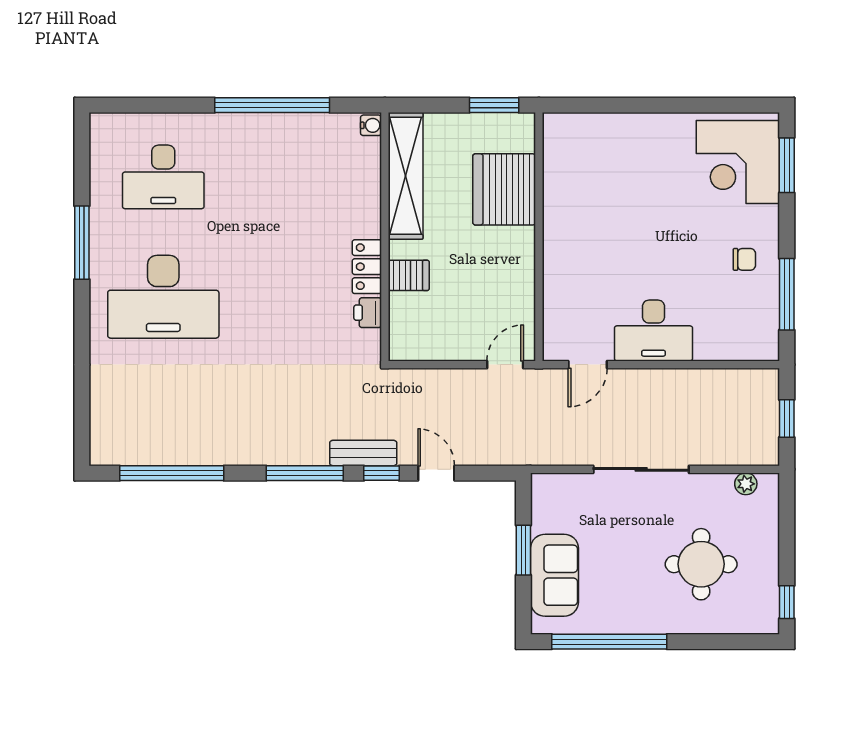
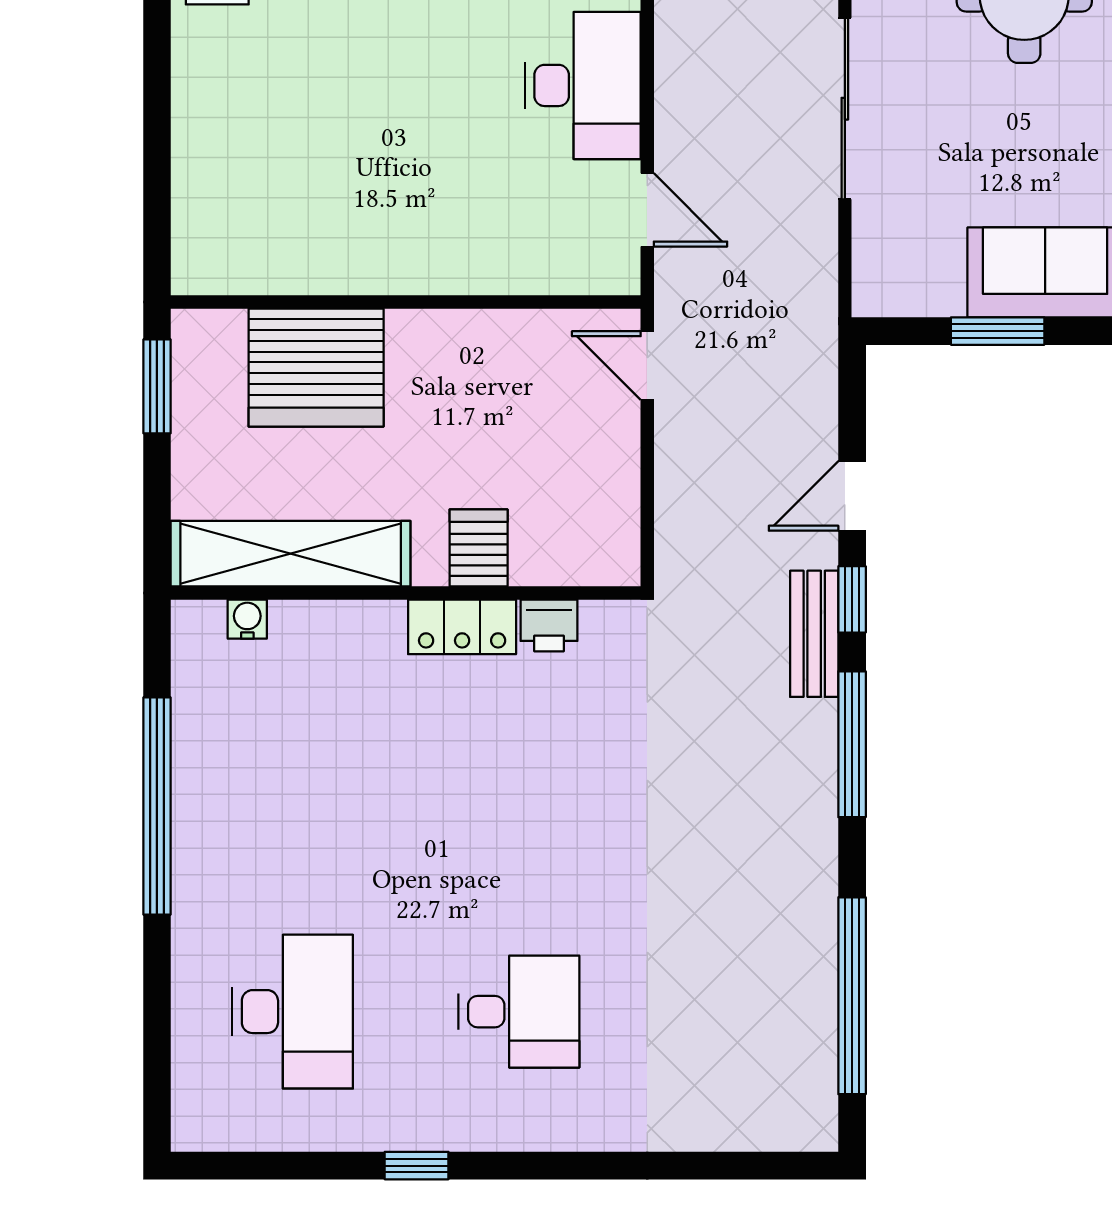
water cooler: (371, 125) -> (247, 619), moved
window: (82, 243) -> (417, 1166), width x0.46
desk: (163, 297) -> (519, 1012), width x0.53, depth x0.77

